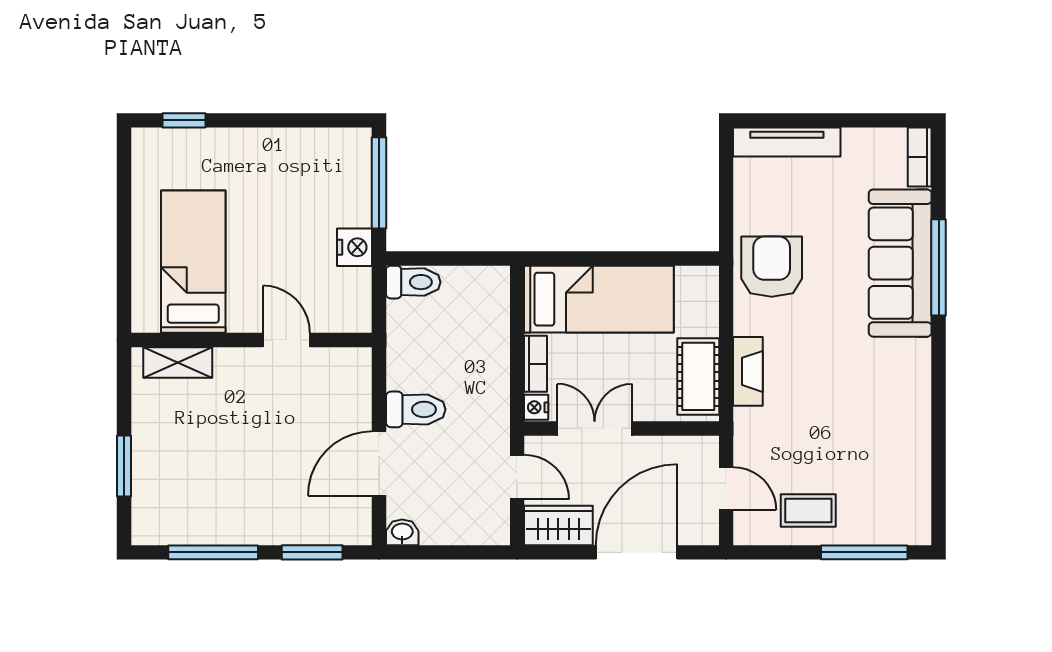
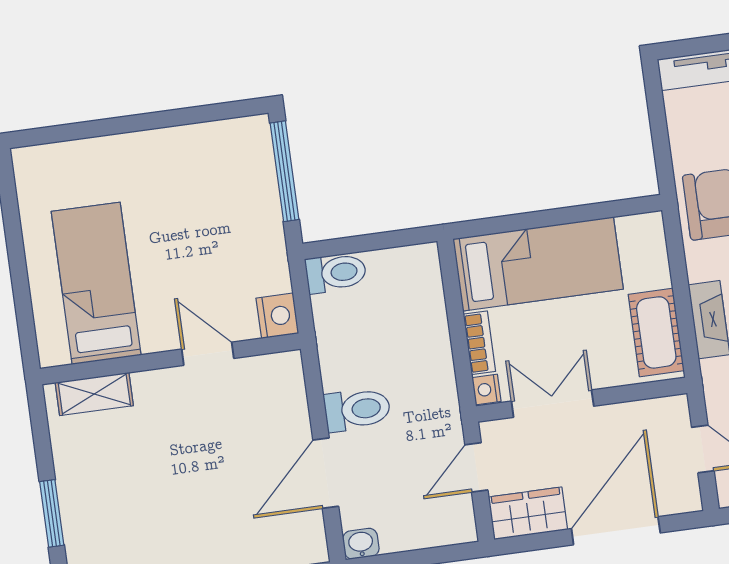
window: (184, 120) -> (65, 133), removed
nightstand: (355, 247) -> (277, 316), moved
door: (517, 477) -> (476, 467), swing flipped

